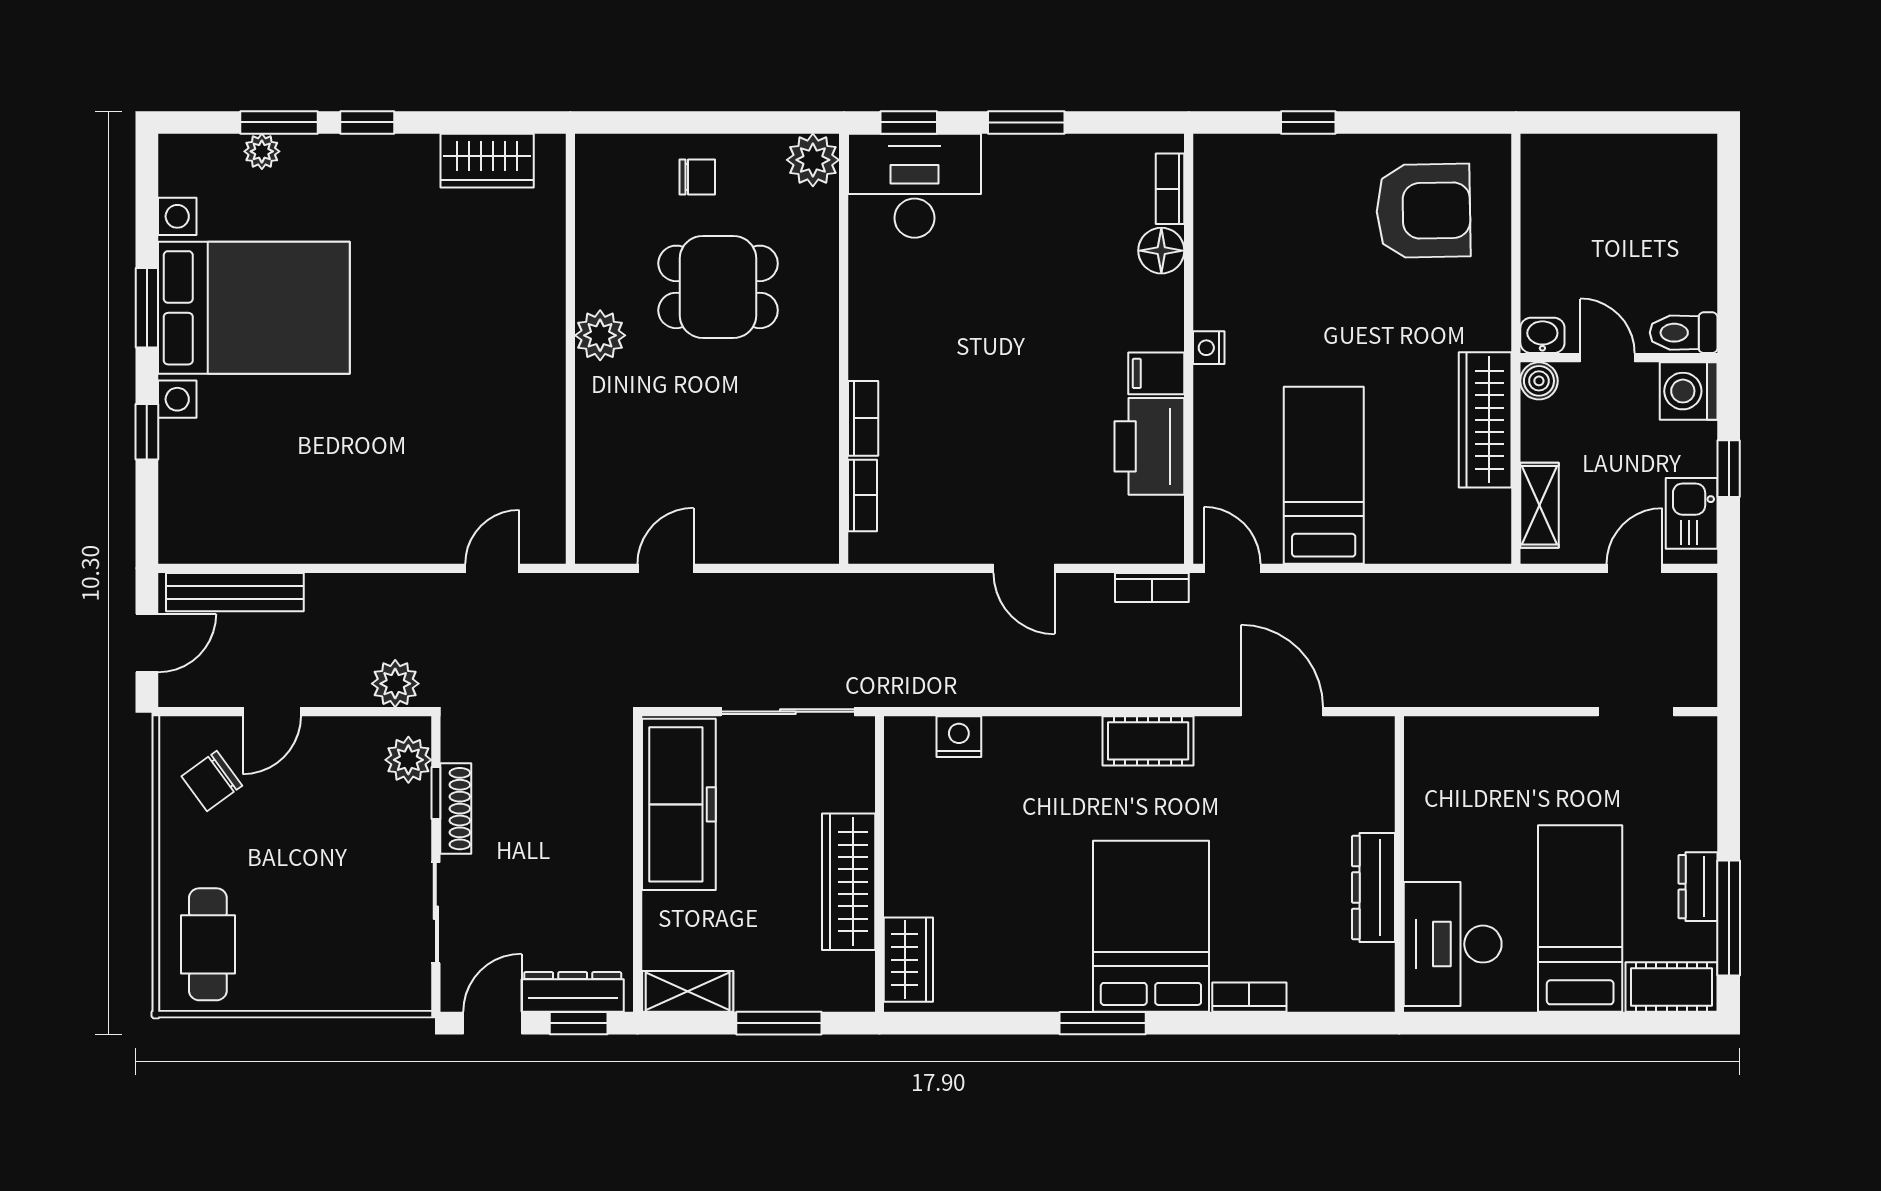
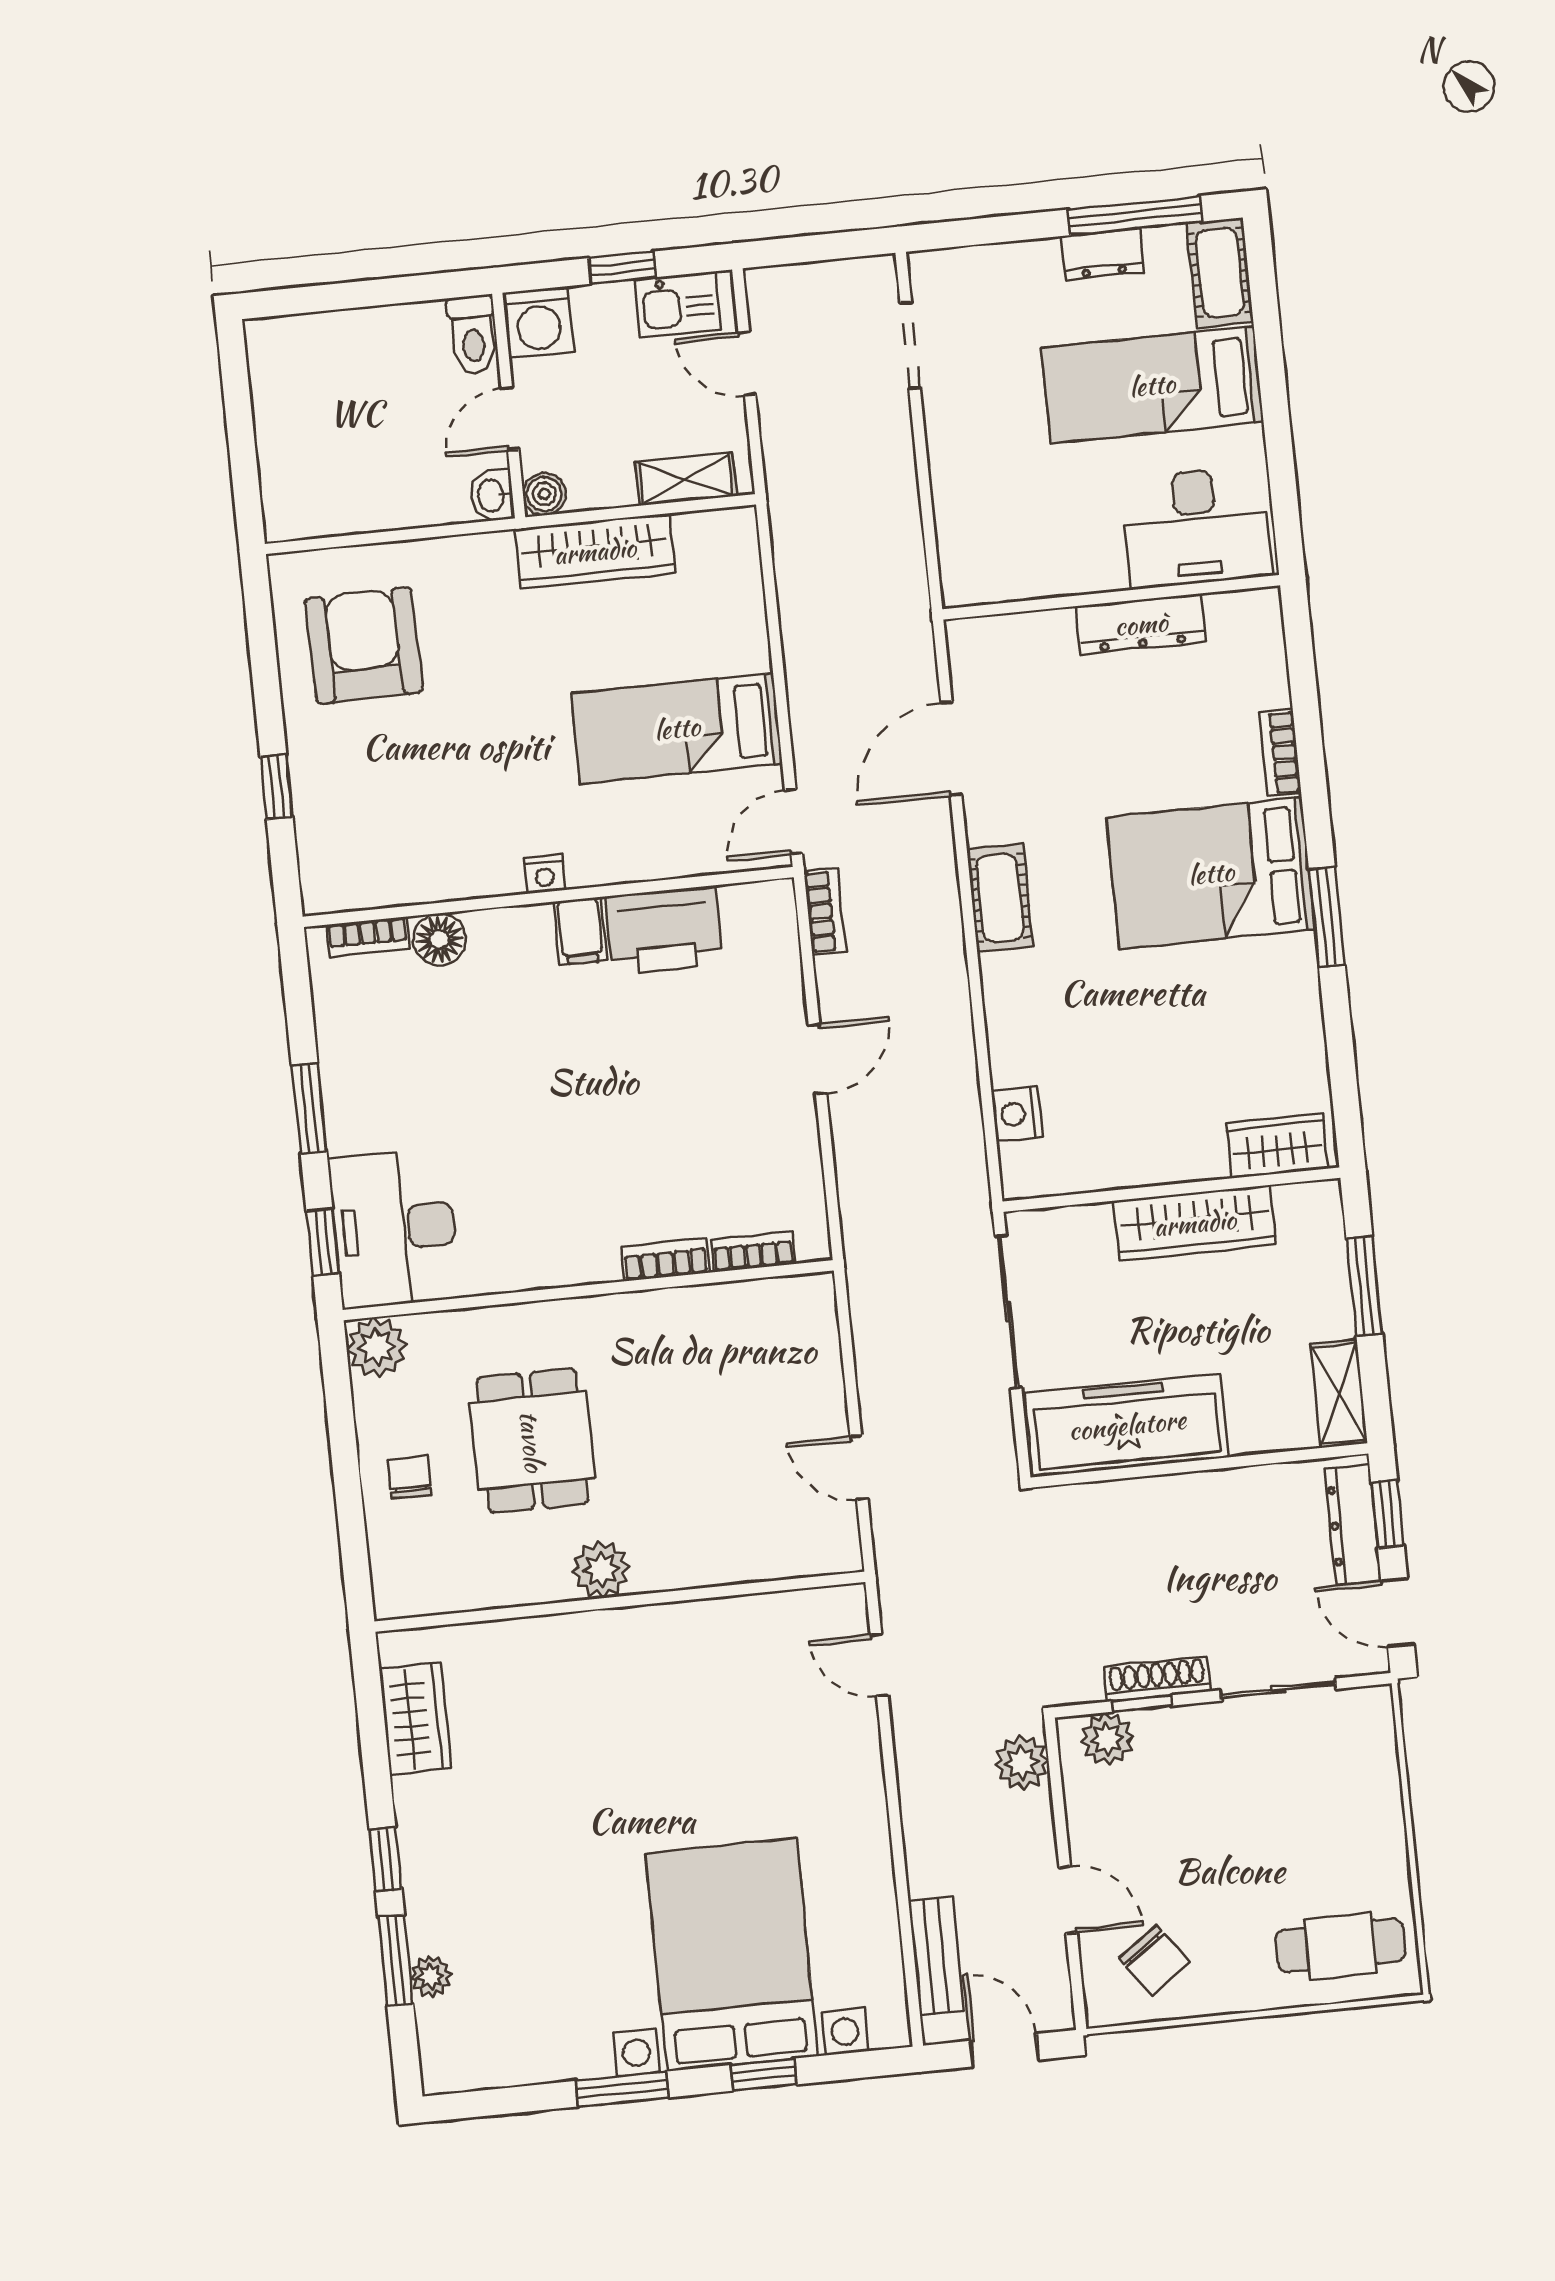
bed with nightstands: (254, 308) -> (732, 1955), moved
bench: (235, 592) -> (936, 1956), width x0.73

